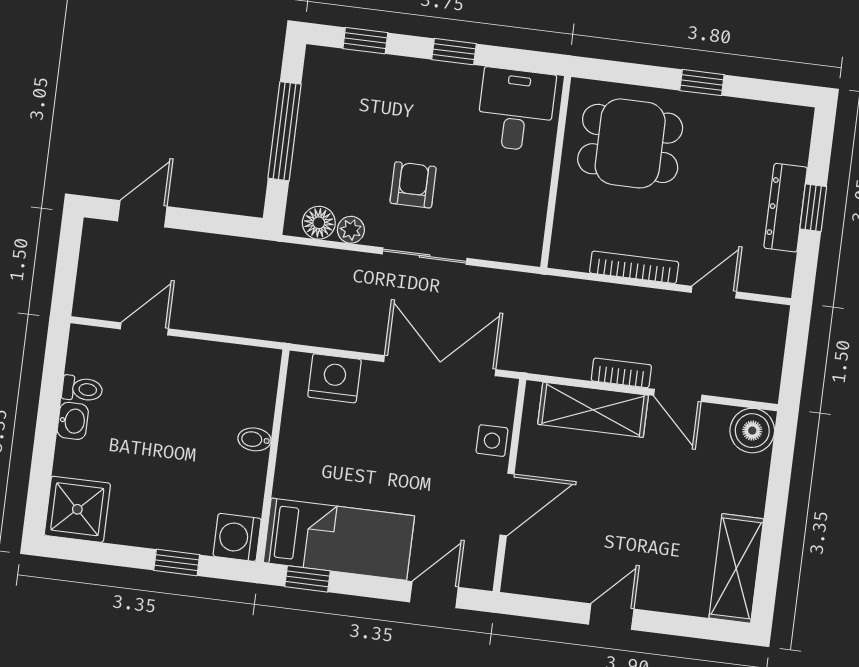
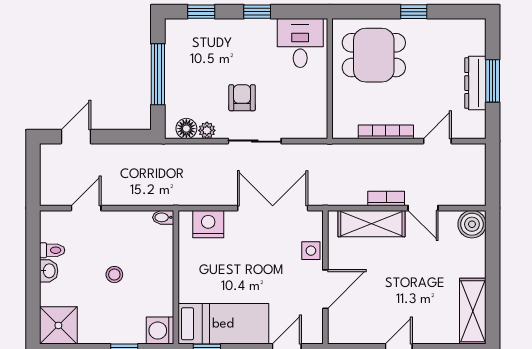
window: (813, 208) -> (493, 81), width x1.50
bidet: (254, 439) -> (163, 217), moved
stool: (176, 440) -> (114, 275), added

